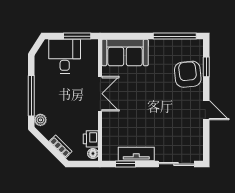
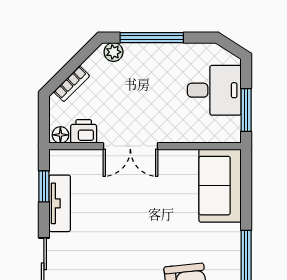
double door: (100, 94) -> (130, 146), moved

